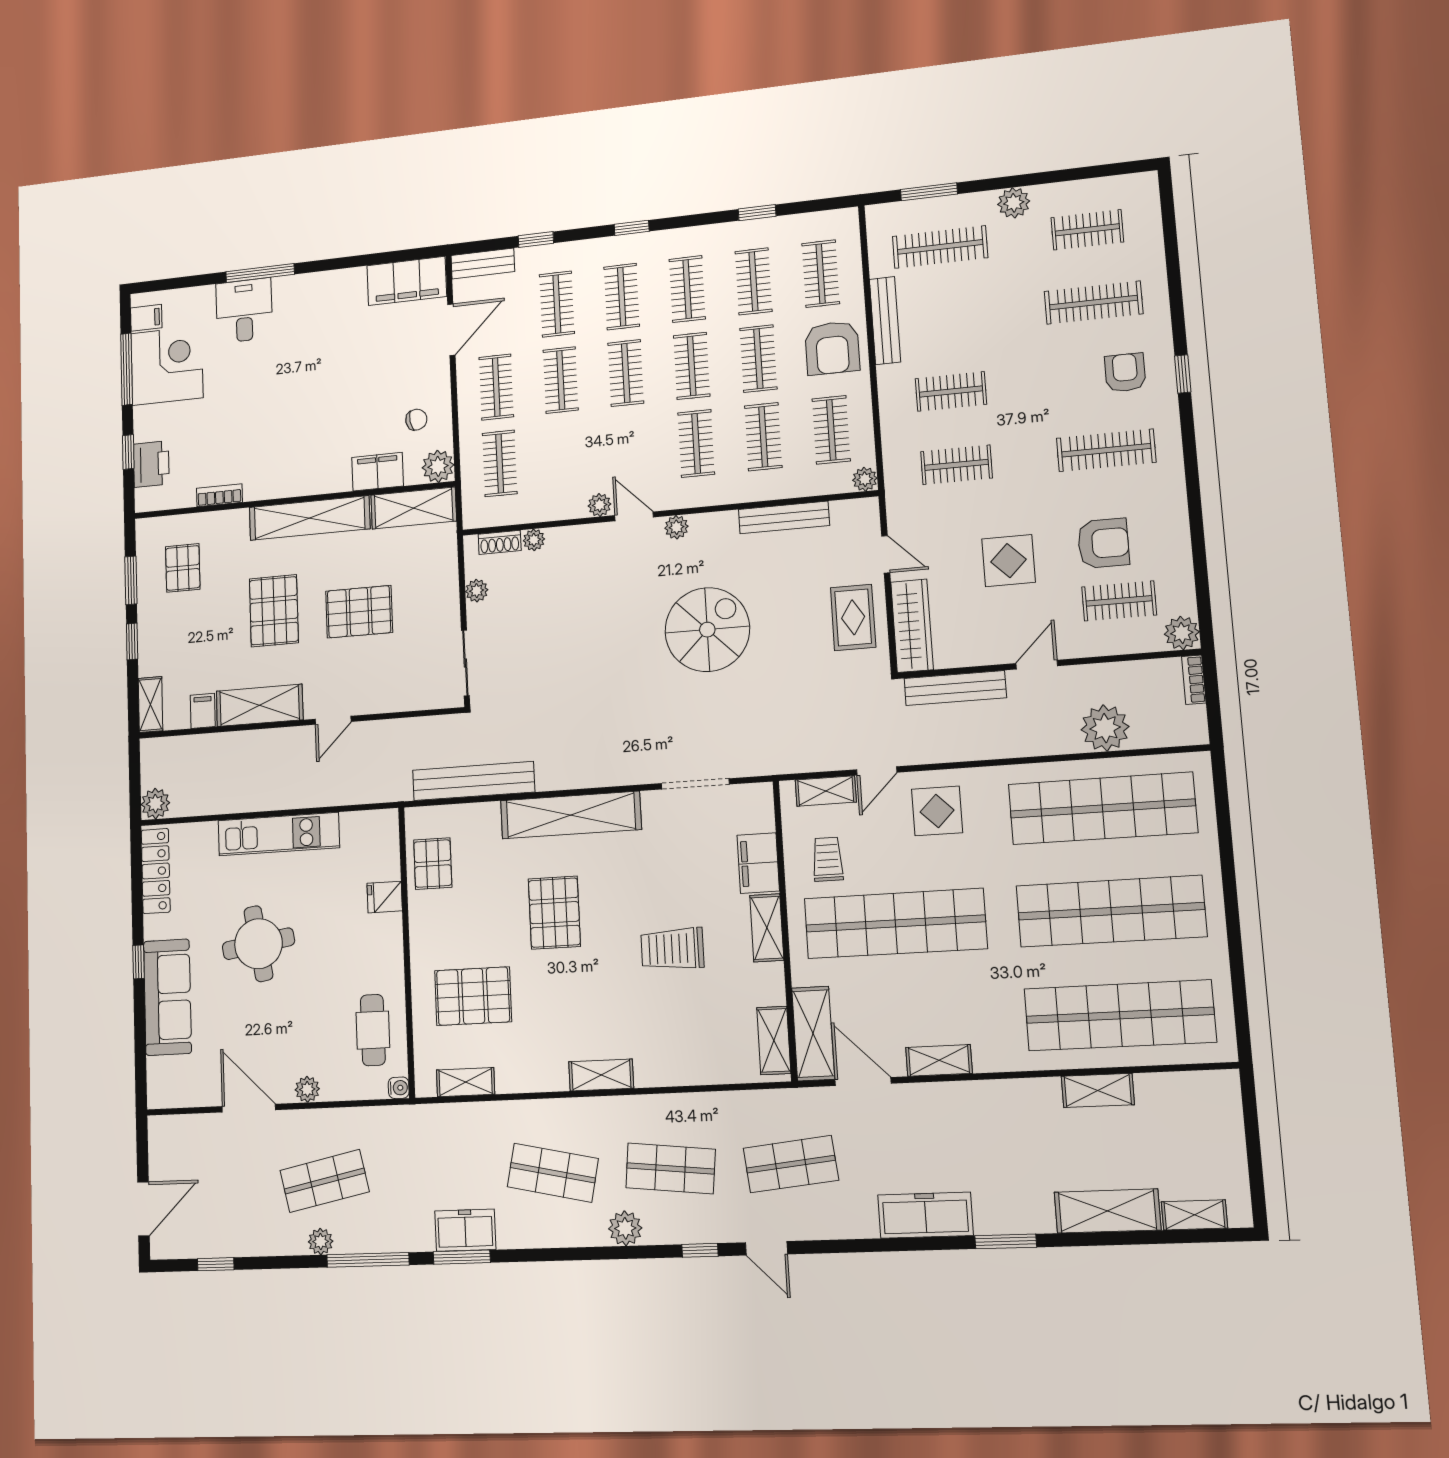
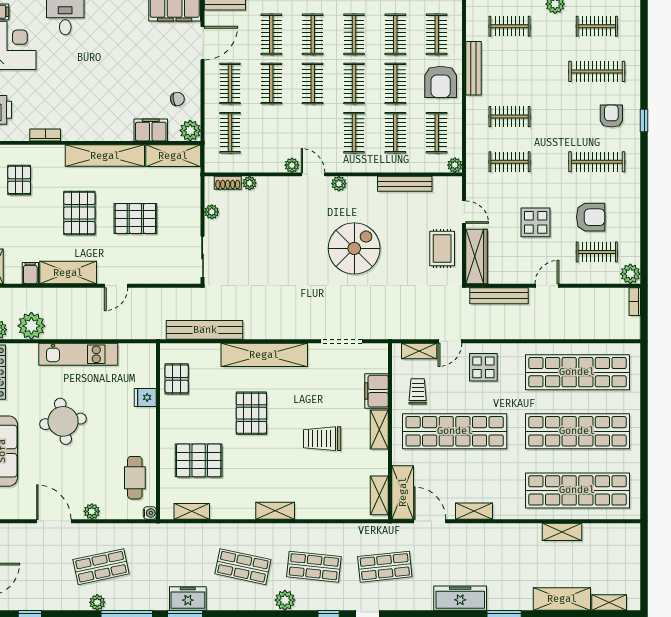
clothes rail: (940, 247) -> (510, 26), width x0.73
plant: (1105, 728) -> (31, 326), moved

